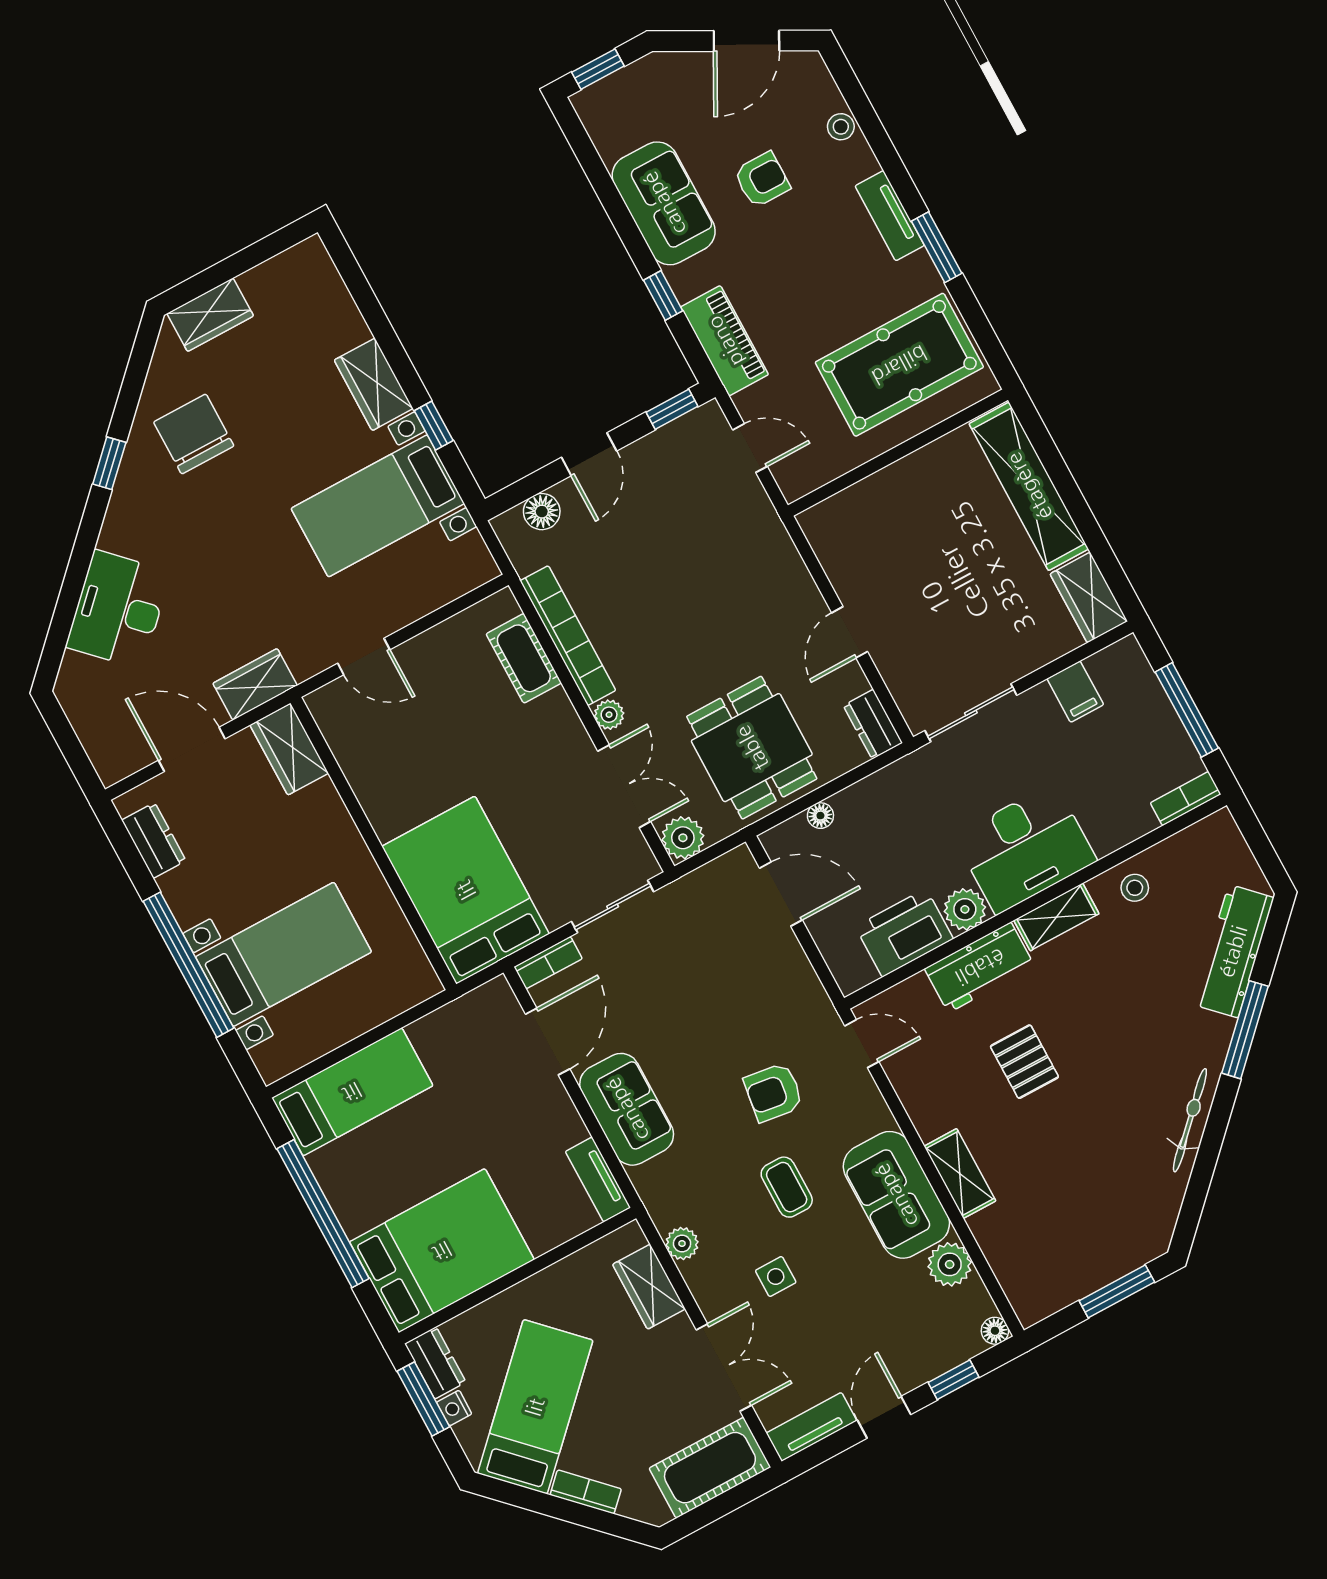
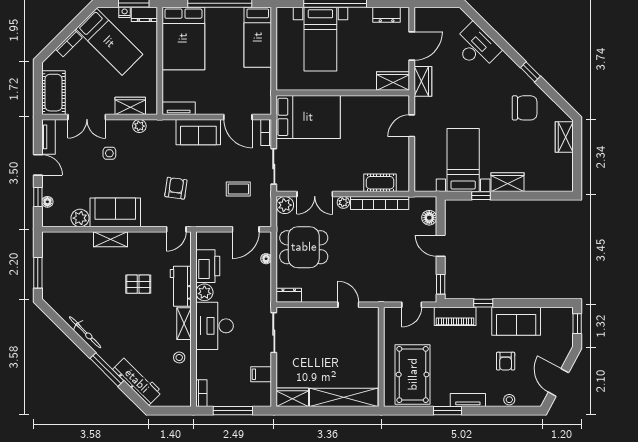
door: (850, 632) -> (348, 305), moved
coffee table: (787, 1187) -> (238, 189), moved
floor lamp: (995, 1331) -> (47, 202), moved

